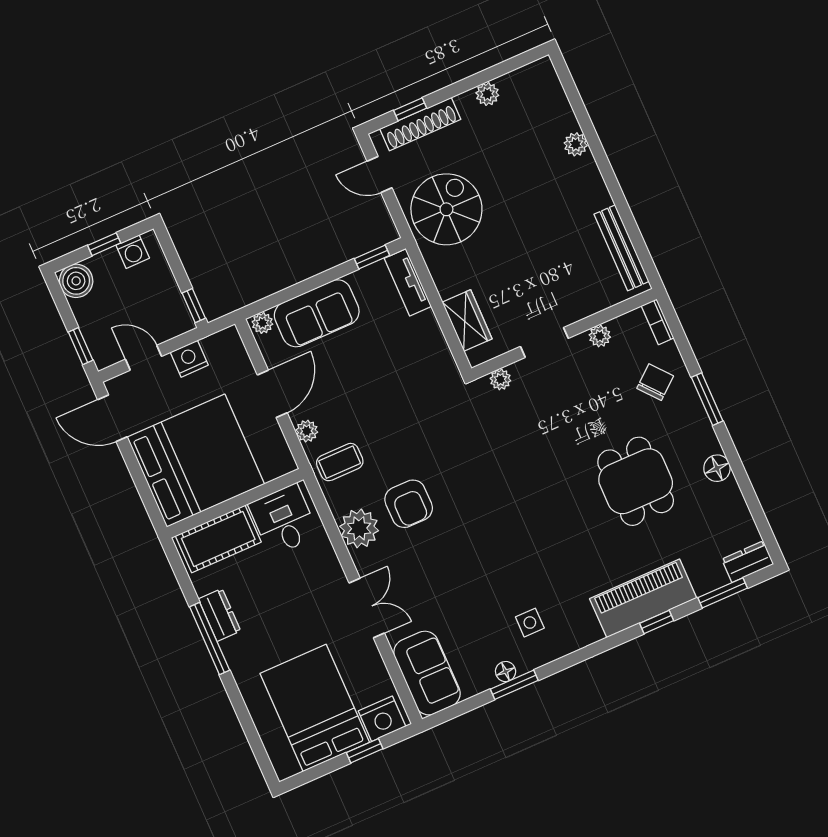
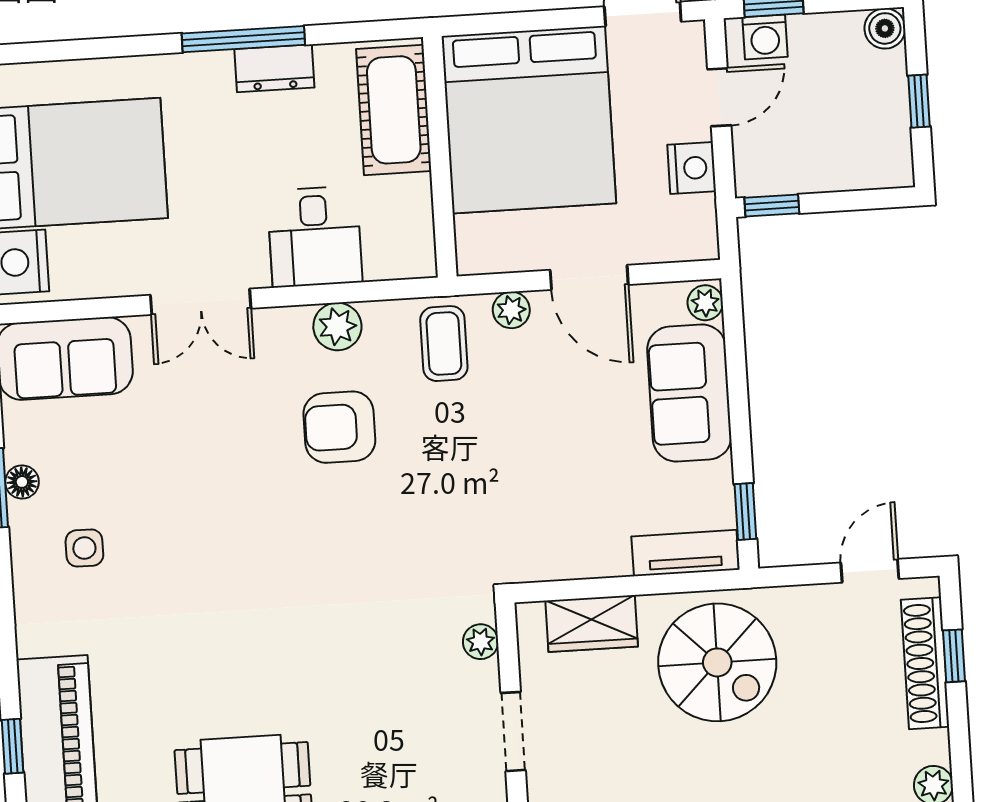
spiral stairs: (446, 209) -> (717, 662), moved
washing machine: (133, 252) -> (765, 37), moved, turned -90
boiler: (76, 281) -> (885, 28), width x0.73, depth x0.73
desk: (284, 520) -> (315, 237), moved, turned 90
plant: (359, 528) -> (337, 326), width x0.73, depth x0.73

